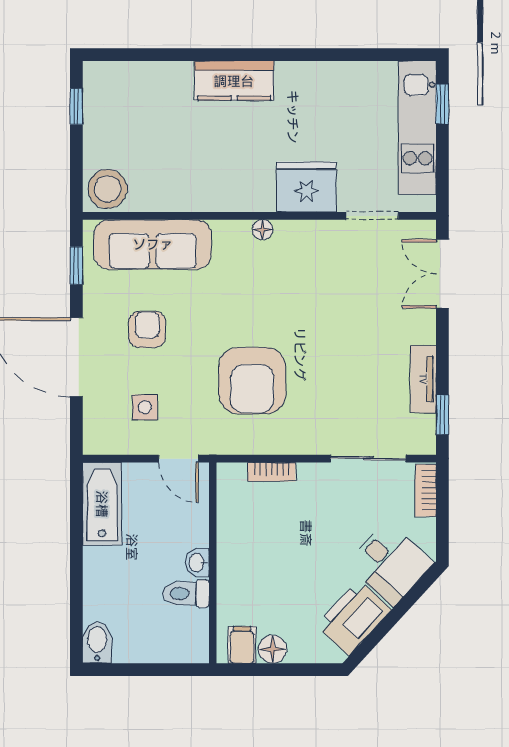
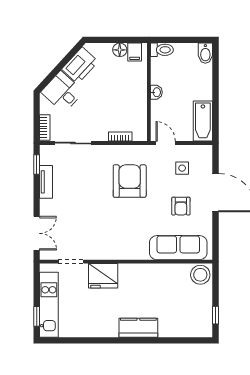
floor lamp: (263, 230) -> (125, 255), removed
window: (76, 266) -> (215, 237), removed
toilet: (186, 594) -> (162, 50), moved

